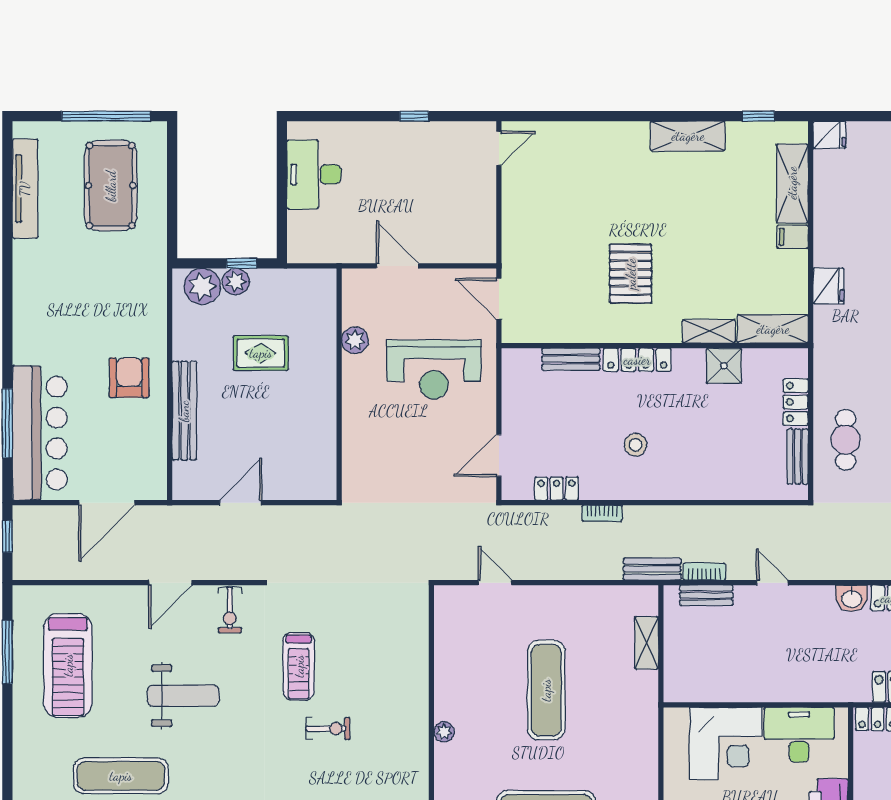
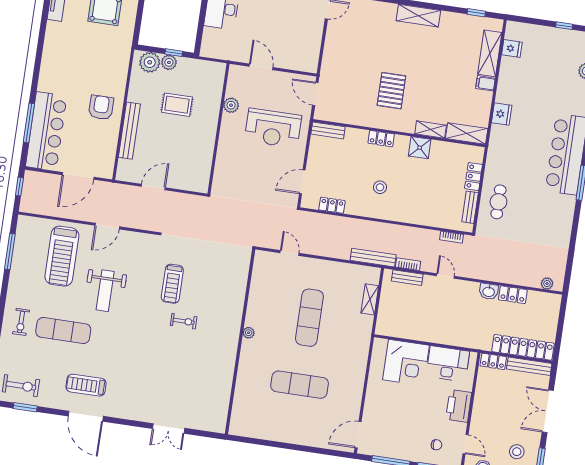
fridge: (829, 135) -> (512, 48), moved
shelving: (688, 136) -> (418, 16), moved
bench: (571, 359) -> (328, 130), moved
locker: (637, 360) -> (381, 139), width x0.66
shower: (724, 366) -> (420, 148), moved
bookcase: (602, 513) -> (451, 237), moved
bench: (652, 569) -> (373, 258), width x1.36
exercise bike: (230, 610) -> (21, 322), moved
treadmill: (68, 665) -> (62, 256), moved
weight bench: (183, 696) -> (105, 291), turned 90

